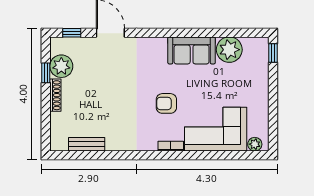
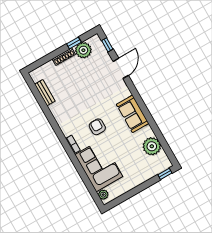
sofa: (192, 50) -> (133, 114), moved

